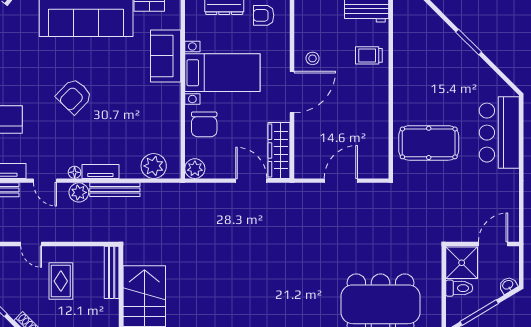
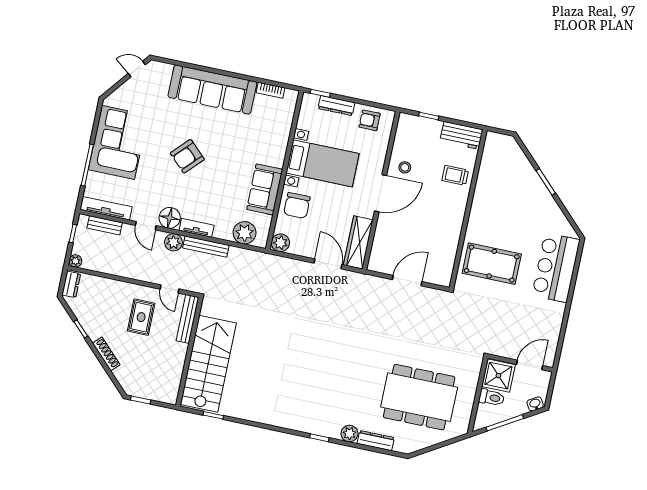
sofa: (166, 56) -> (265, 189), moved
floor lamp: (75, 172) -> (170, 218), width x1.89, depth x1.89
door: (31, 244) -> (169, 289), moved

